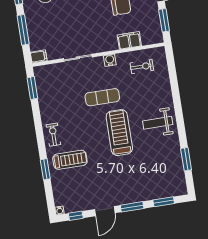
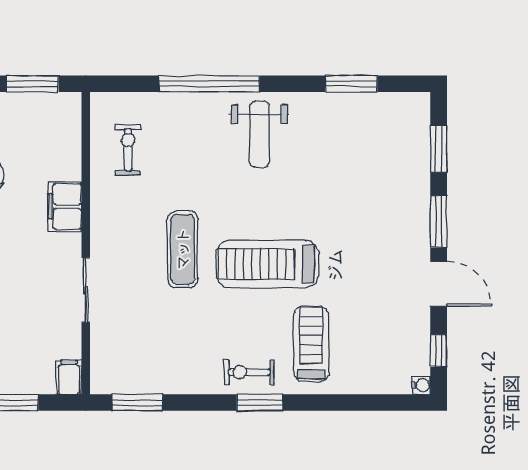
filing cabinet: (129, 40) -> (65, 207), moved
water cooler: (110, 60) -> (102, 219), removed
window: (176, 97) -> (209, 84), added
treadmill: (119, 133) -> (267, 264), moved
window: (45, 169) -> (260, 403), moved

